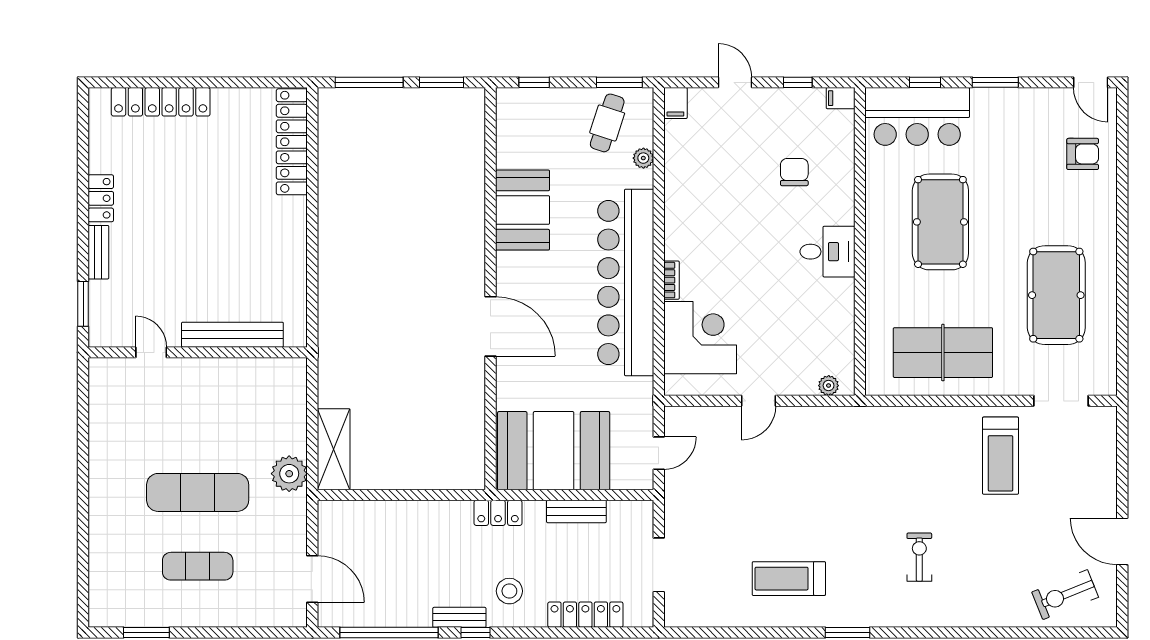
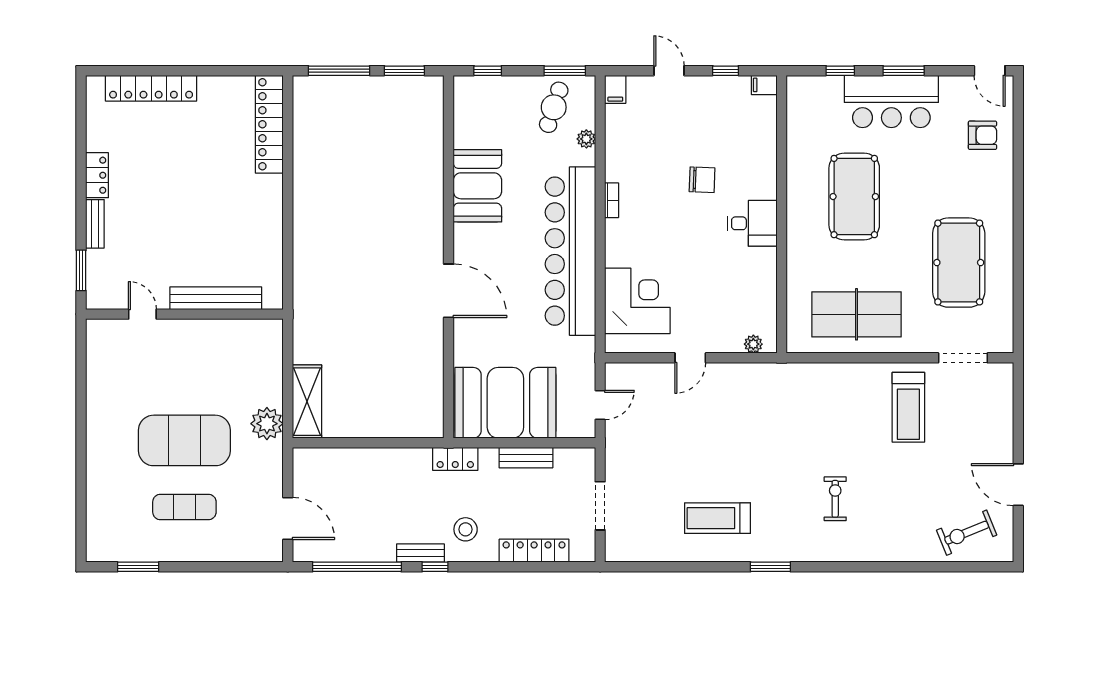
bar counter: (917, 116) -> (891, 101), moved
chair: (794, 172) -> (702, 180), moved, turned 92
bookcase: (671, 280) -> (612, 200), moved
exercise mat: (198, 492) -> (184, 440), width x1.47

